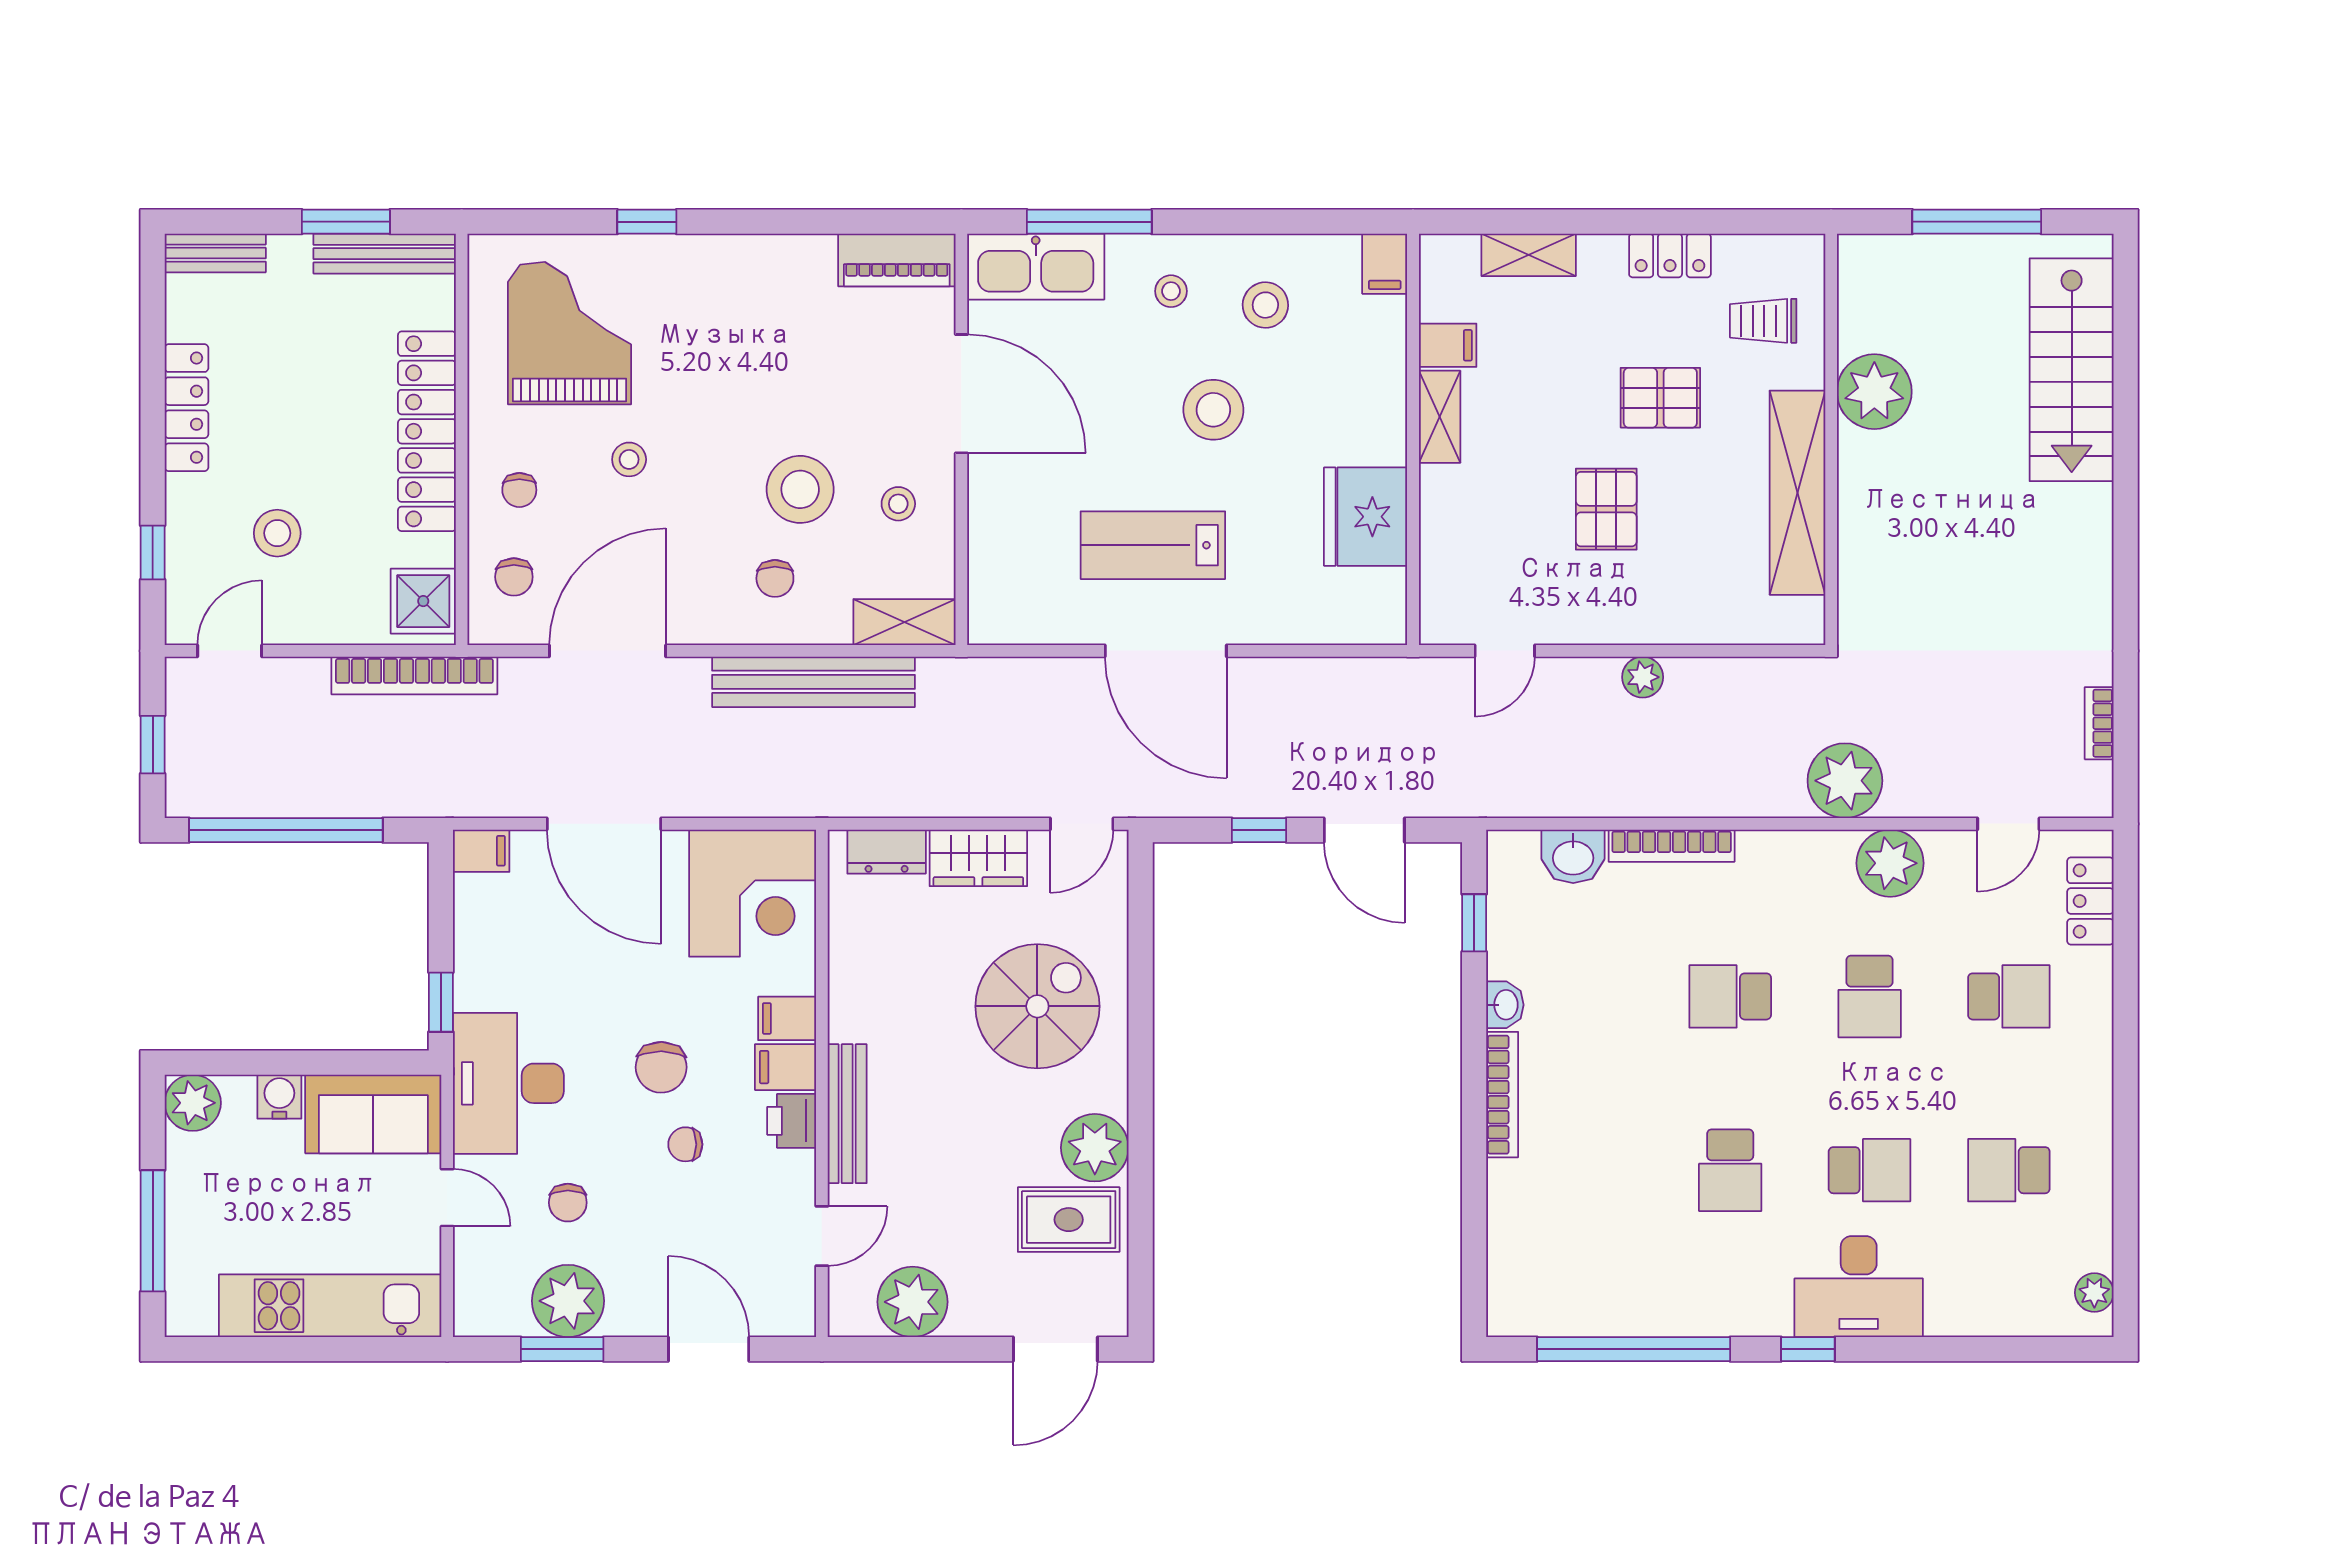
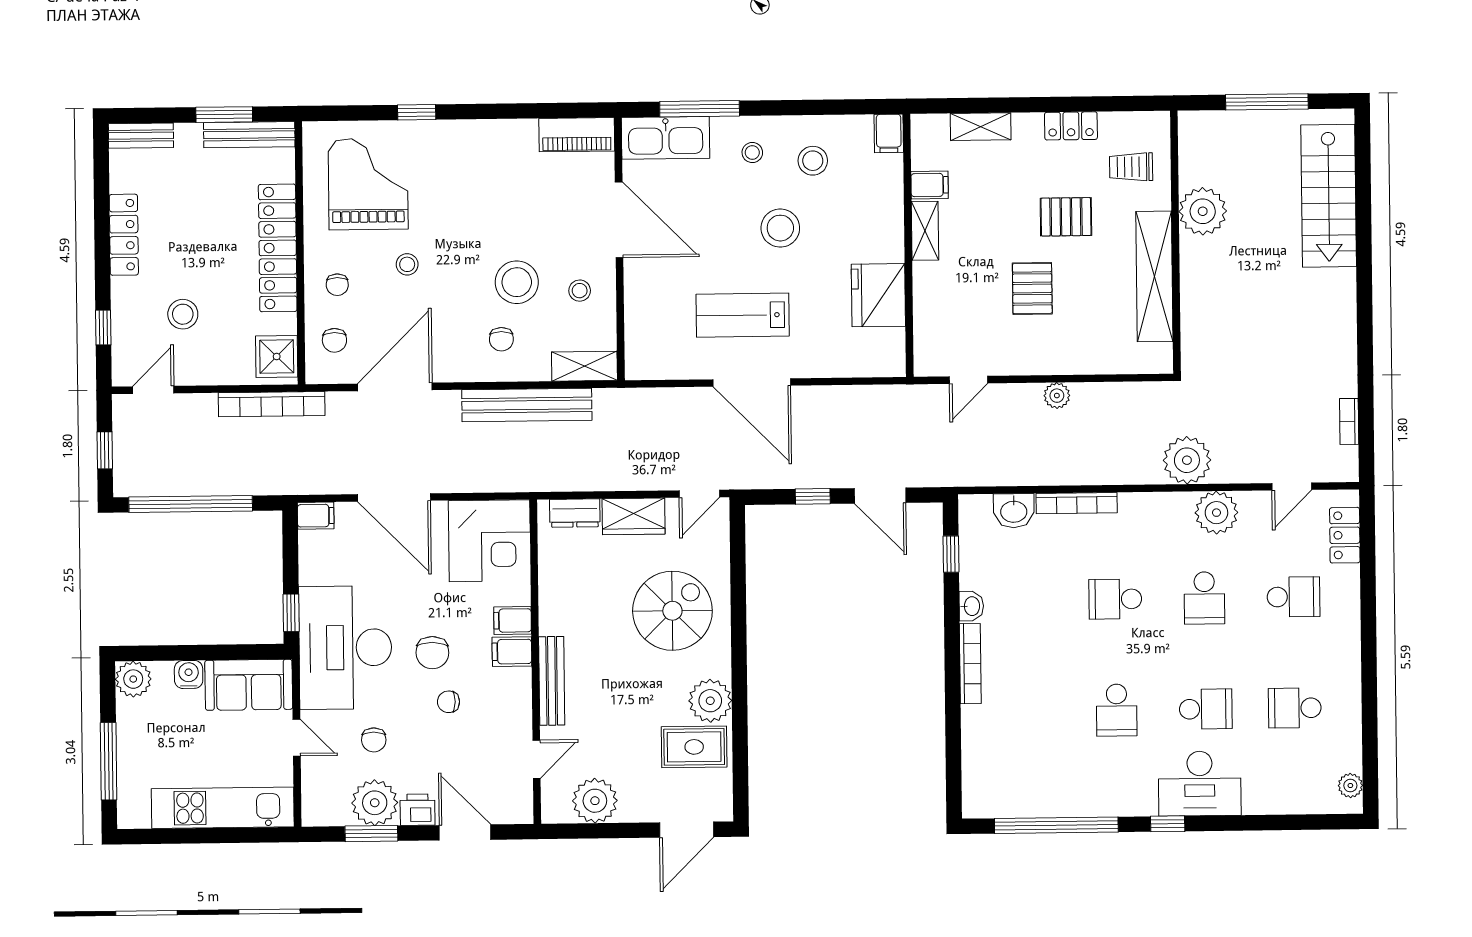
desk: (508, 1083) -> (345, 648), width x1.36, depth x1.30
printer: (792, 1121) -> (418, 810), moved, turned 90

